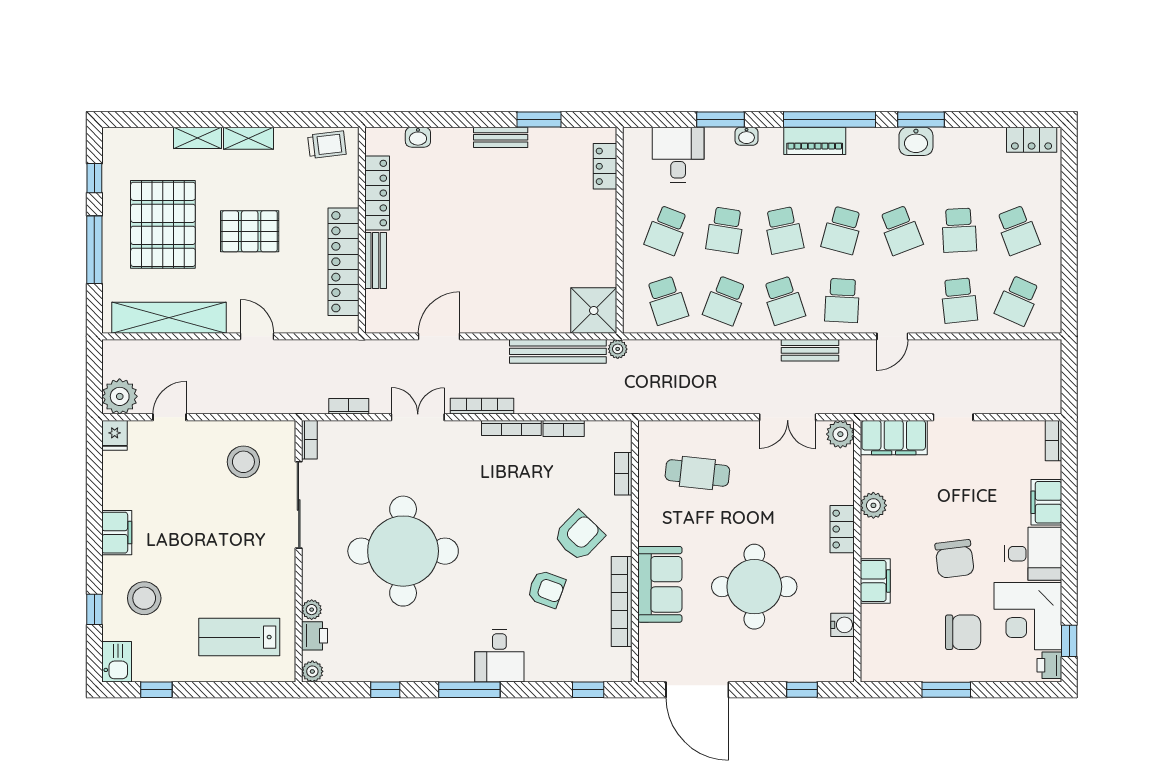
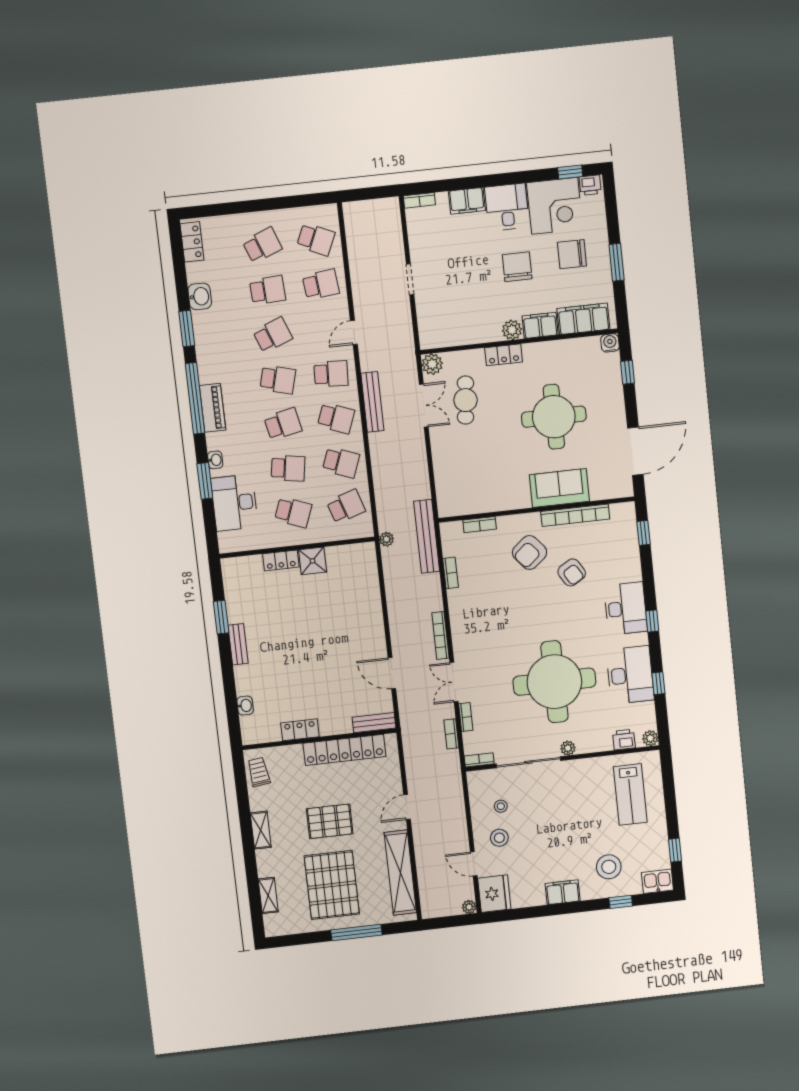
shelving: (198, 138) -> (268, 895), moved
washbasin: (916, 141) -> (200, 296), moved
desk: (678, 155) -> (235, 503), width x1.37
locker: (605, 166) -> (281, 560), moved
window: (94, 178) -> (304, 939), removed
locker: (377, 193) -> (300, 730), width x0.66
pallet: (163, 224) -> (332, 885), turned 90
pallet: (250, 231) -> (330, 821), turned 90
bench: (376, 260) -> (374, 723), moved
school desk: (784, 300) -> (336, 418), turned 39
shower: (594, 310) -> (313, 561), moved, width x0.73, depth x0.73
door: (892, 336) -> (354, 332), swing flipped
bench: (810, 350) -> (372, 402), width x1.36
bench: (558, 351) -> (427, 536), moved
plant: (120, 396) -> (469, 907), width x0.53, depth x0.53
bookcase: (511, 428) -> (466, 717), moved, width x0.64
fridge: (115, 435) -> (494, 894), width x1.88, depth x1.34
filing cabinet: (894, 438) -> (583, 319), moved, turned -90
stool: (201, 455) -> (499, 838), added
stool: (243, 462) -> (501, 806), width x0.53, depth x0.53
cafe table: (697, 473) -> (465, 400), moved
plant: (873, 505) -> (512, 330), moved
armchair: (579, 536) -> (530, 552), turned -84
chair: (955, 559) -> (517, 267), turned -83
armchair: (546, 589) -> (572, 572), turned 129
plant: (312, 610) -> (568, 748), moved
water cooler: (843, 625) -> (610, 343), moved
chair: (963, 632) -> (572, 254), turned -90
desk: (401, 653) -> (630, 675), added
desk: (499, 656) -> (626, 608), width x1.37
window: (469, 690) -> (652, 621), width x0.46

